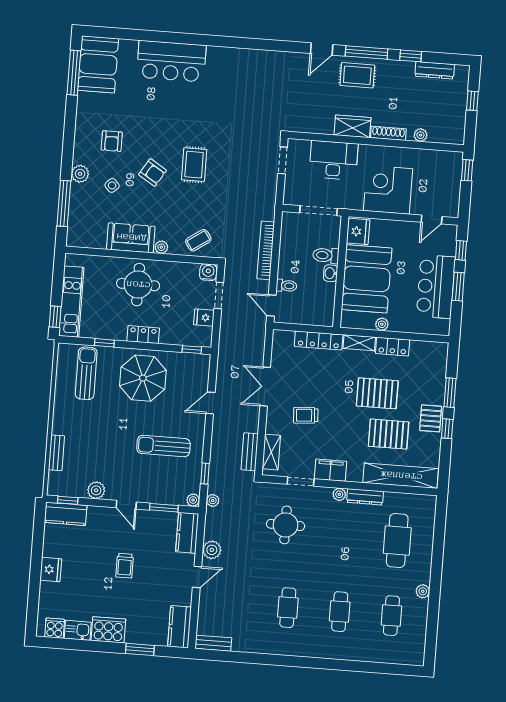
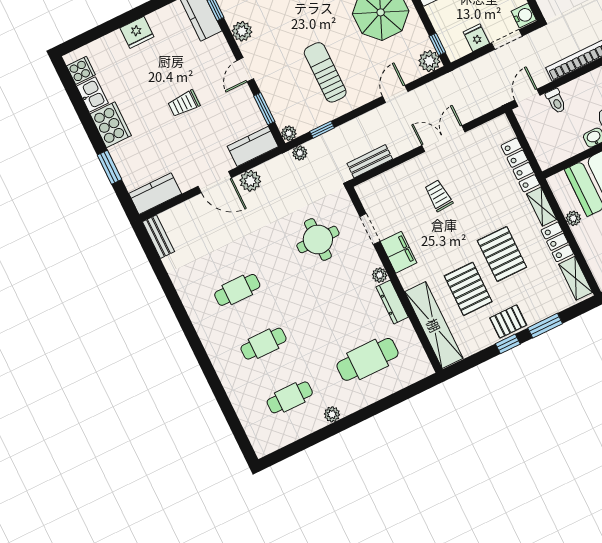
plant: (201, 363) -> (429, 61), added
door: (210, 403) -> (395, 94), hinge flipped
shelving: (271, 452) -> (576, 278), moved, turned 90
door: (197, 577) -> (215, 182), width x1.38

